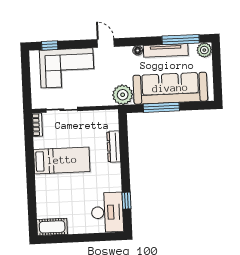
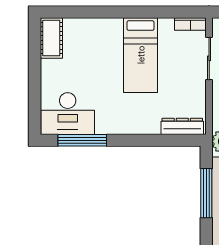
dresser: (114, 147) -> (182, 126), moved
window: (127, 201) -> (82, 140), width x2.17

